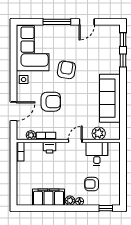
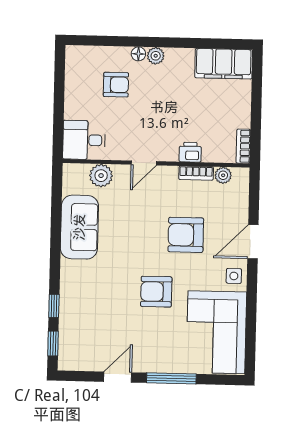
armchair: (66, 70) -> (156, 292), turned 80
sofa: (110, 98) -> (79, 227), width x0.73
door: (14, 111) -> (253, 242), moved
desk: (97, 154) -> (84, 140), moved, turned 90
filing cabinet: (49, 197) -> (224, 64), moved
window: (106, 208) -> (91, 41), removed

